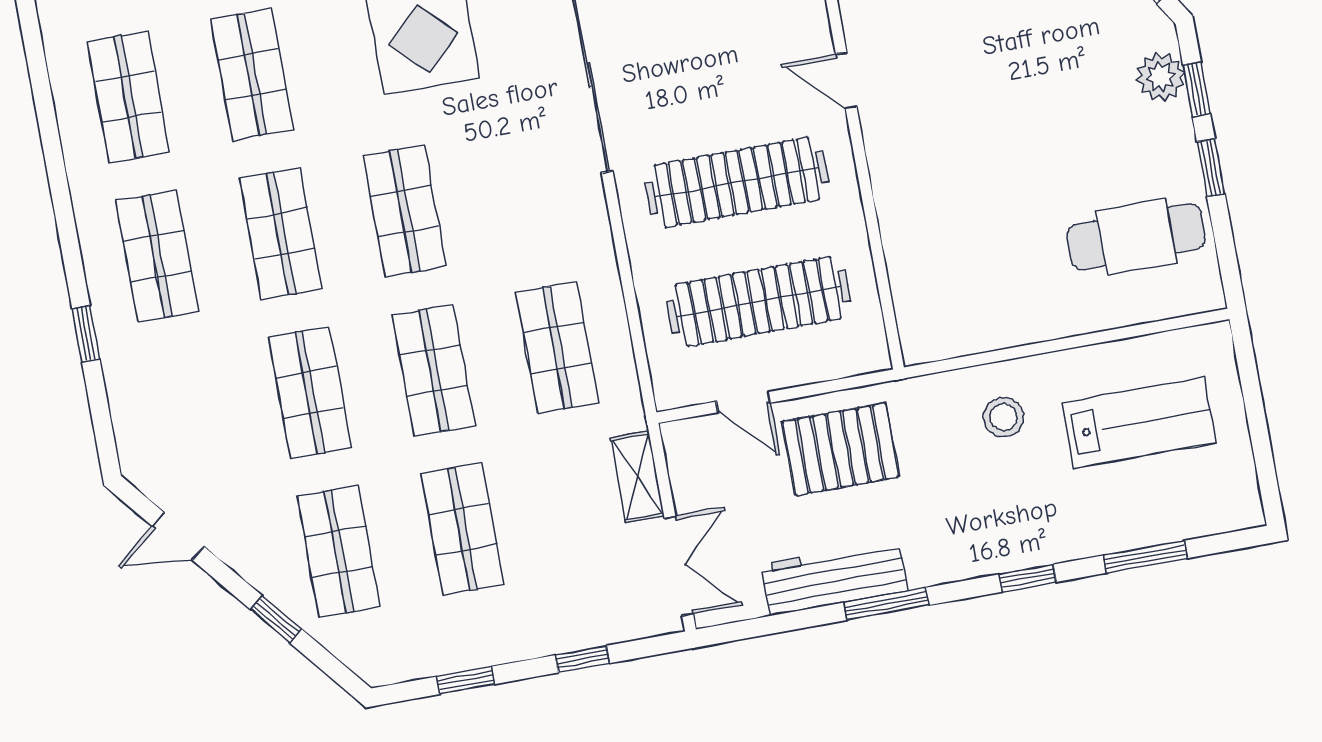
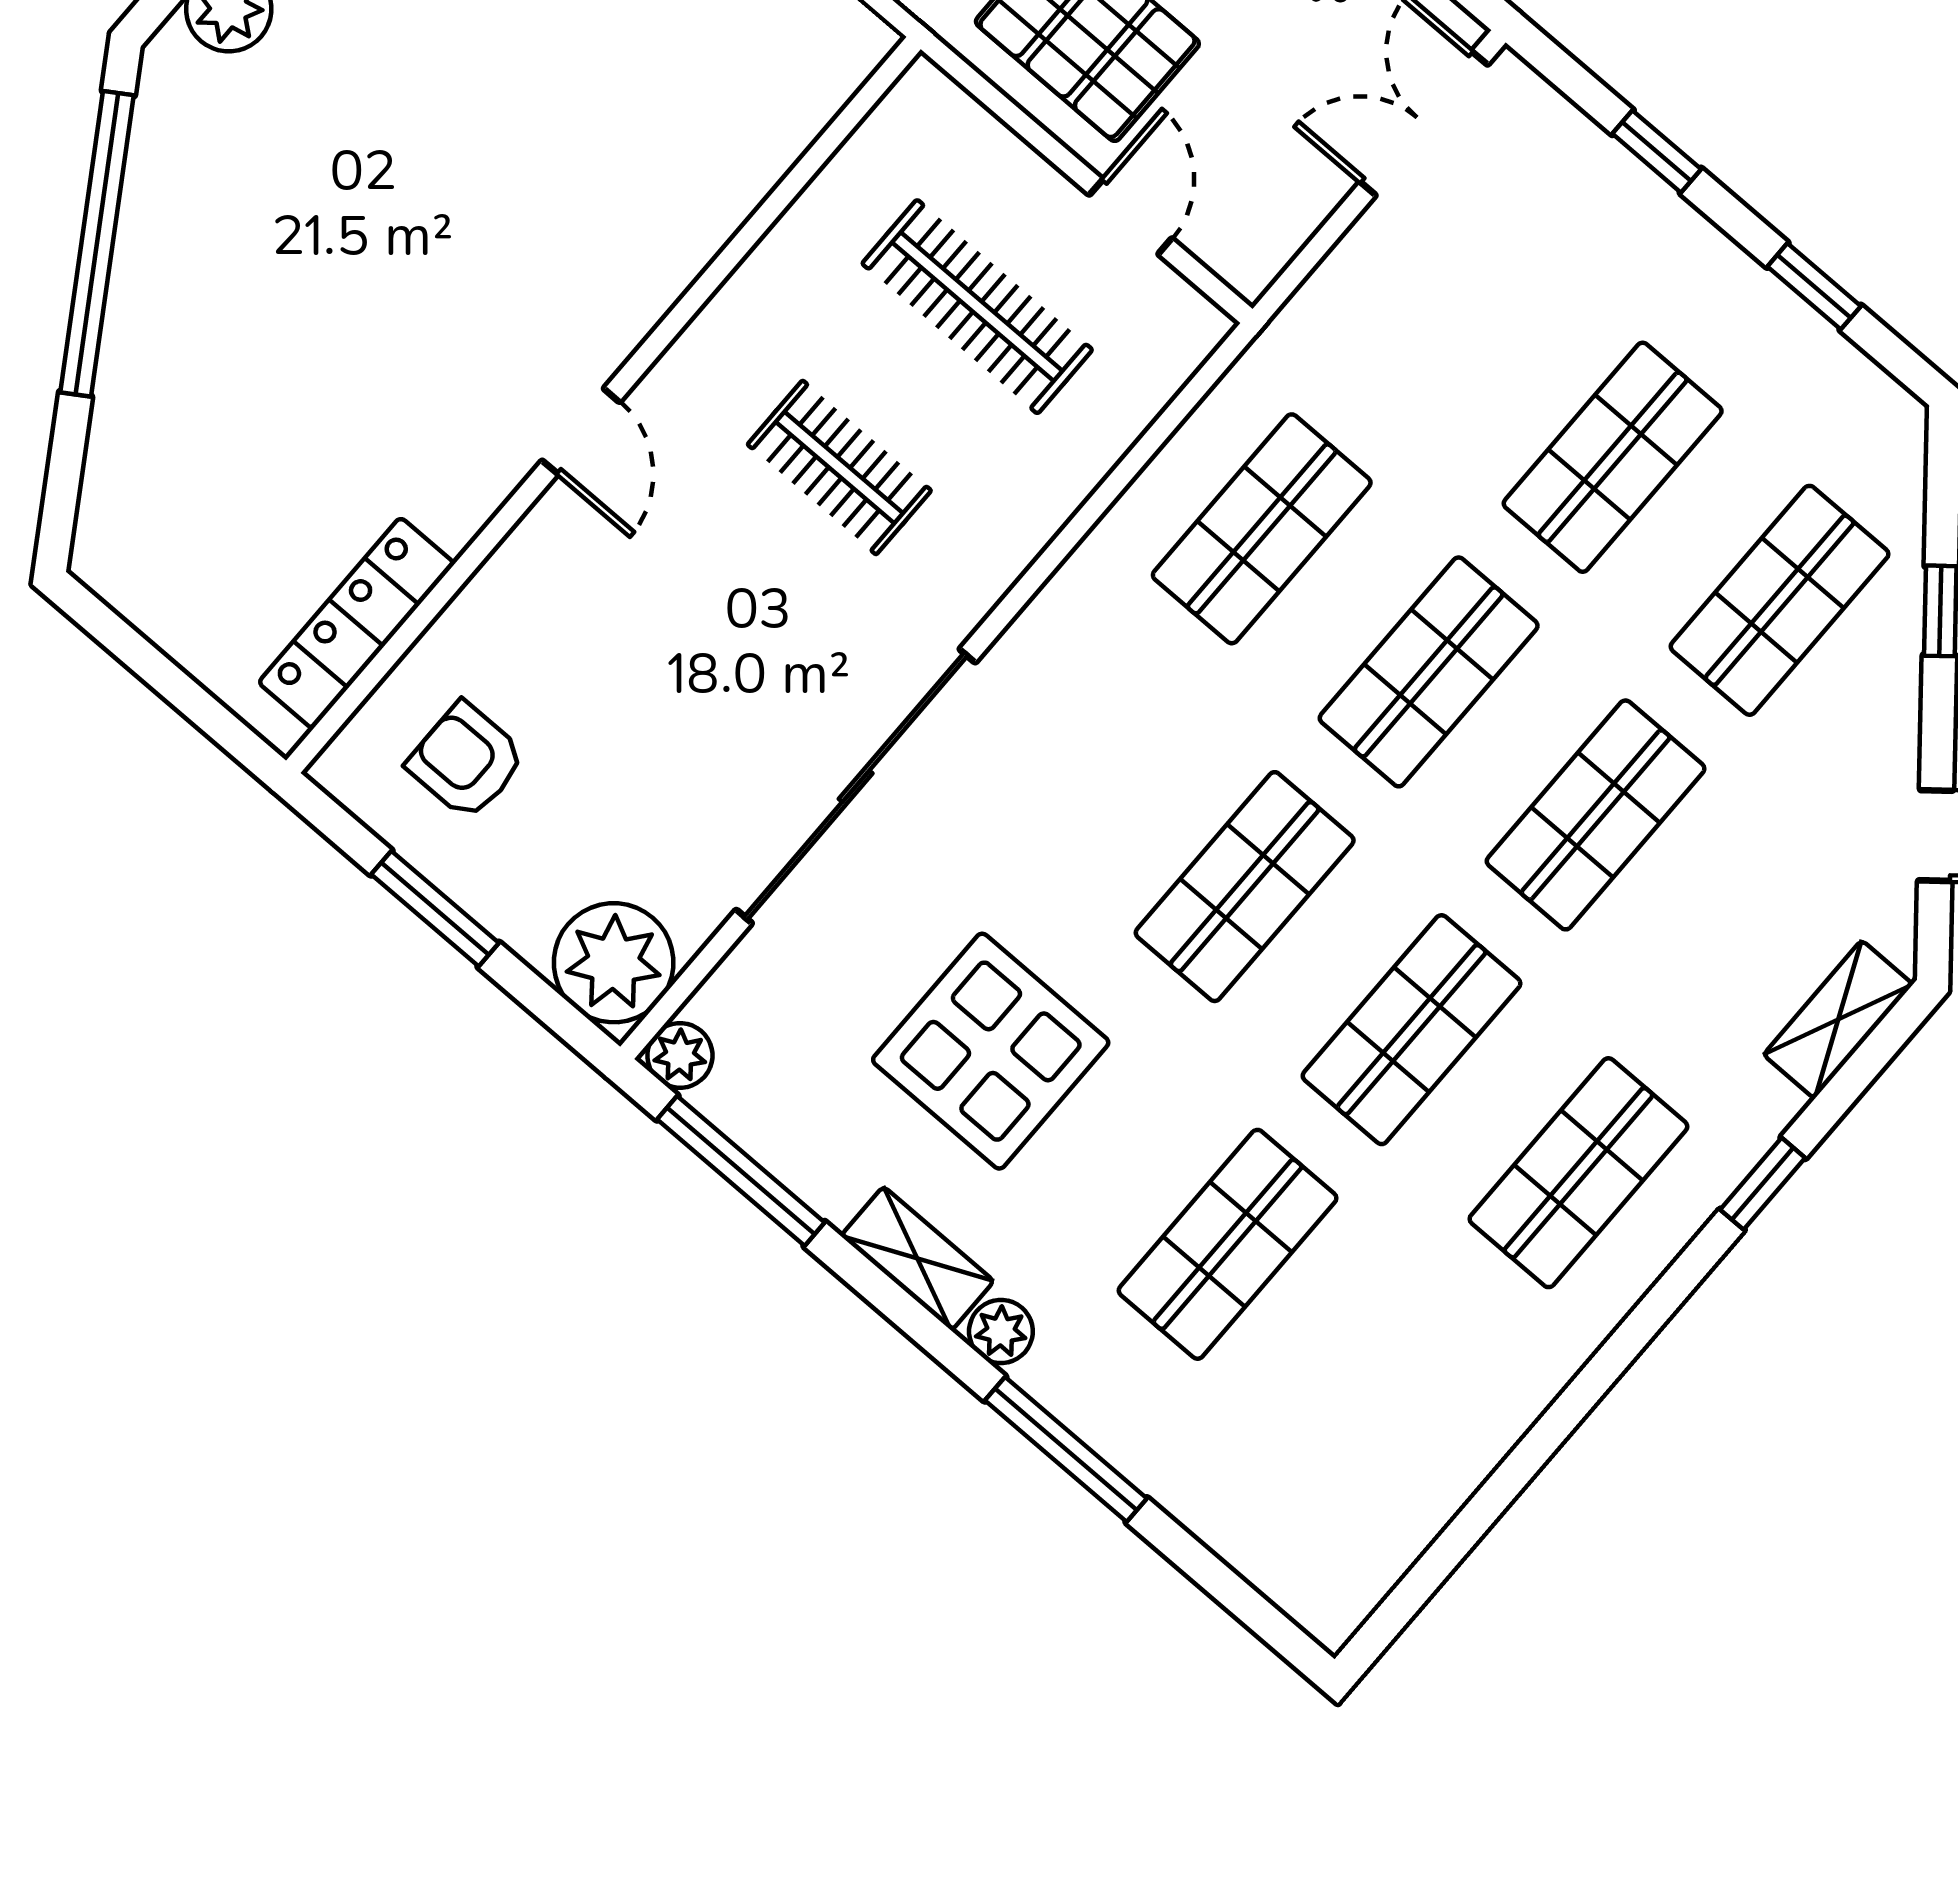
shop shelf: (128, 97) -> (1394, 1387), removed
clothes rail: (737, 182) -> (839, 467), width x0.54, depth x0.76
clothes rail: (759, 302) -> (977, 307), width x0.73, depth x0.76
shelving: (637, 477) -> (1838, 1019), moved

